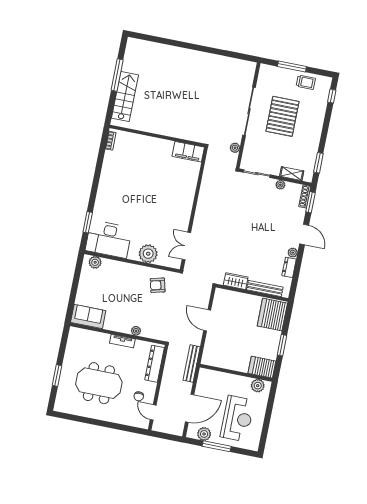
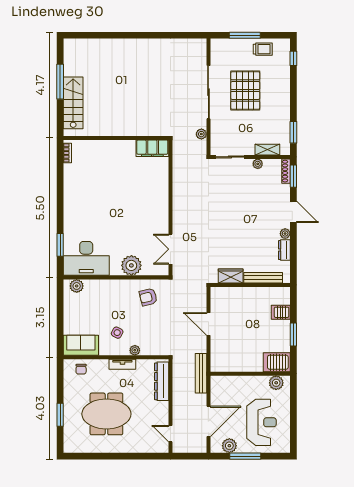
side table: (123, 312) -> (117, 333), added
server rack: (272, 315) -> (281, 312), width x0.46, depth x0.70
chair: (139, 396) -> (81, 369), moved

